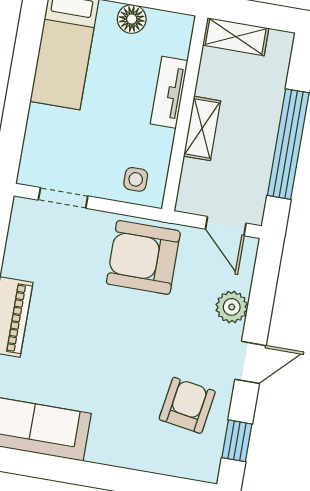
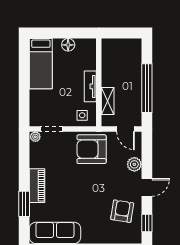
shelving: (236, 37) -> (115, 45), removed
tv unit: (169, 92) -> (90, 86), moved
shelving: (202, 128) -> (108, 101), moved
plant: (25, 209) -> (35, 137), added

